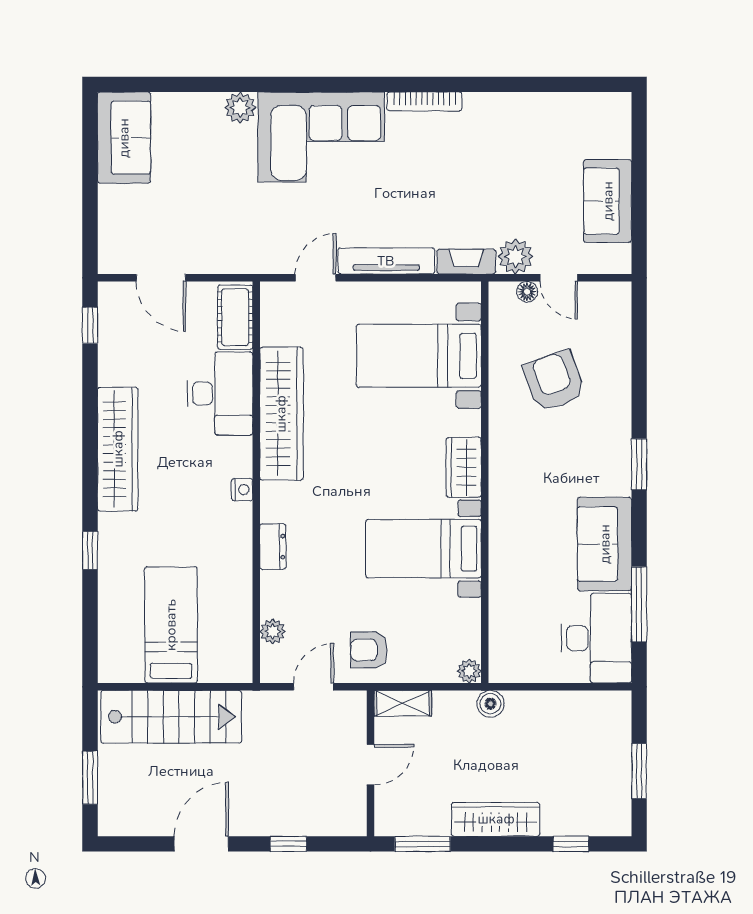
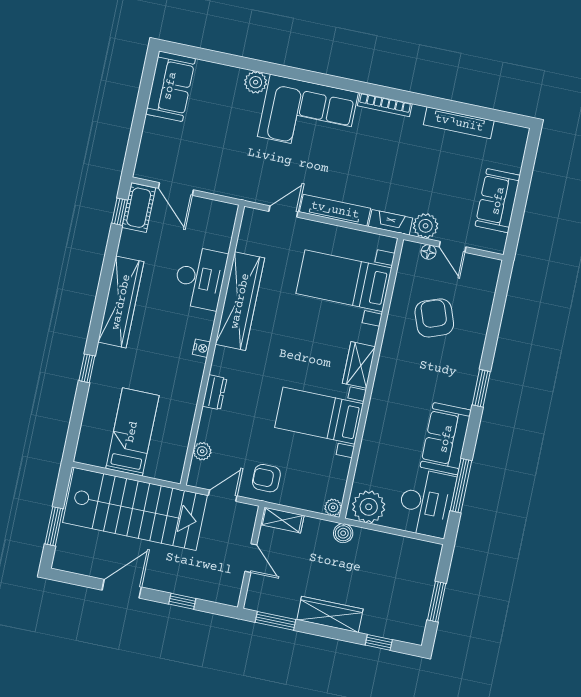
tv unit: (532, 105) -> (459, 123), added
cot: (235, 317) -> (139, 208), moved
plant: (518, 660) -> (369, 507), added
stairs: (171, 717) -> (135, 509), width x1.36, depth x1.51
door: (371, 765) -> (251, 558), hinge flipped

